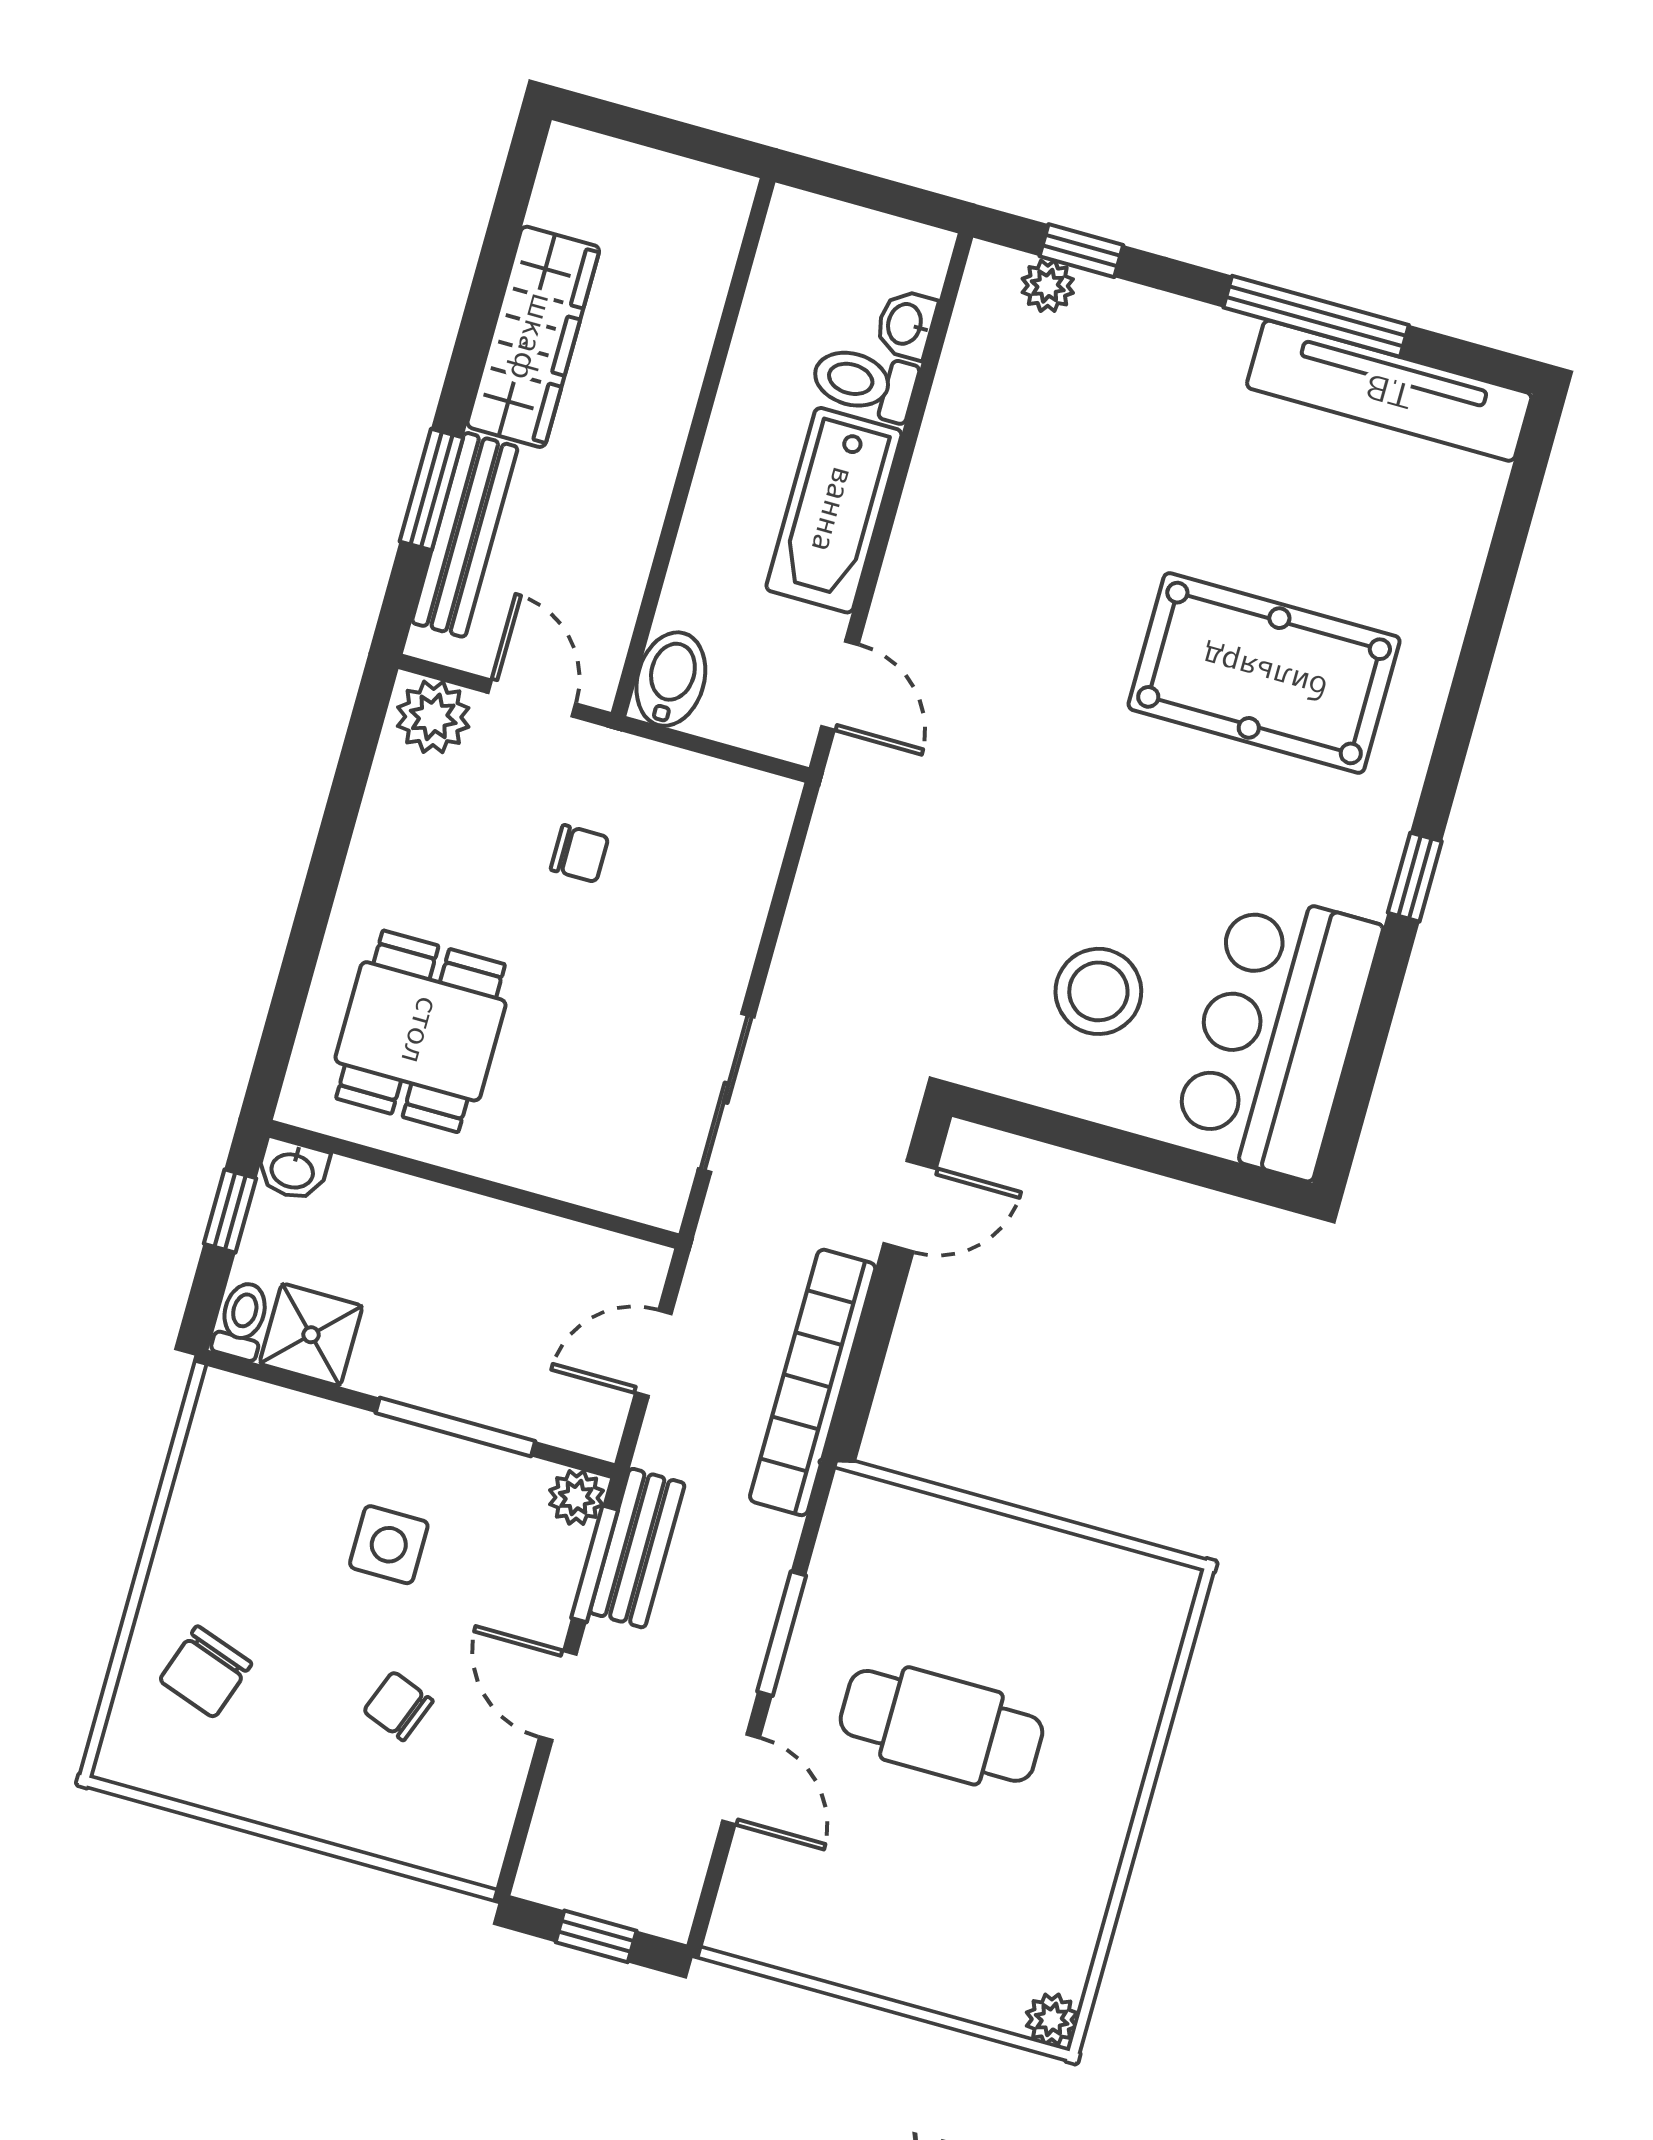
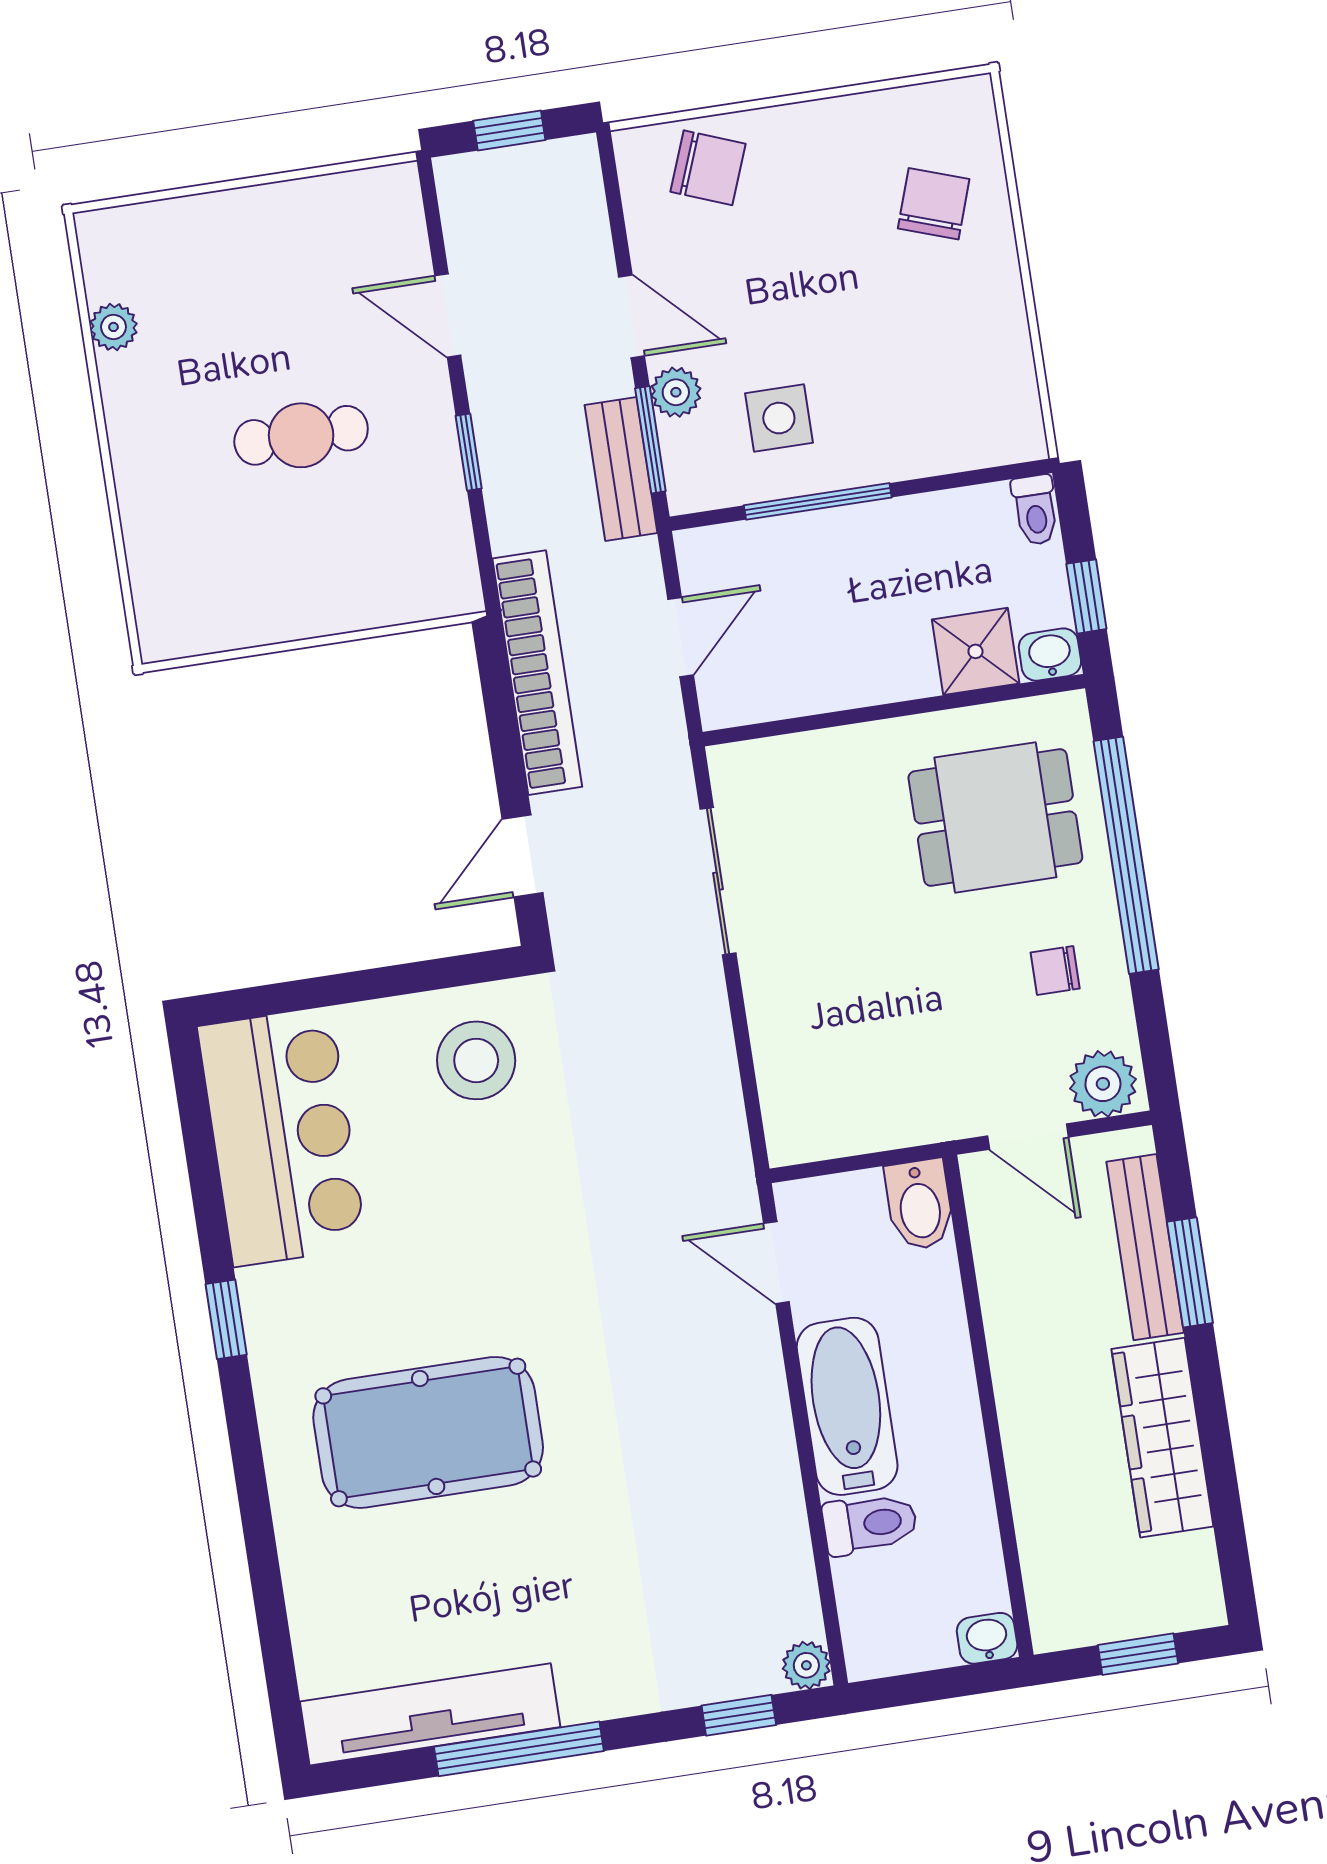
window: (655, 132) -> (1138, 1654), added
plant: (1048, 286) -> (806, 1665), moved
washbasin: (906, 324) -> (987, 1638), moved, turned -90
chair: (579, 854) -> (1055, 971), moved
window: (307, 935) -> (1126, 855), added
stool: (1098, 991) -> (476, 1060), moved
dining table: (421, 1031) -> (995, 817), turned 90
shower: (311, 1335) -> (976, 651), moved
plant: (576, 1498) -> (676, 392), moved
side table: (389, 1545) -> (779, 418), moved
window: (782, 1634) -> (469, 452), width x0.67
chair: (398, 1706) -> (708, 168), moved, width x1.37, depth x1.37
cafe table: (941, 1726) -> (301, 435), width x0.73, depth x0.74
plant: (1052, 2019) -> (114, 327), moved

